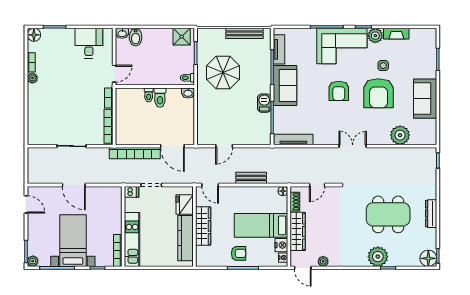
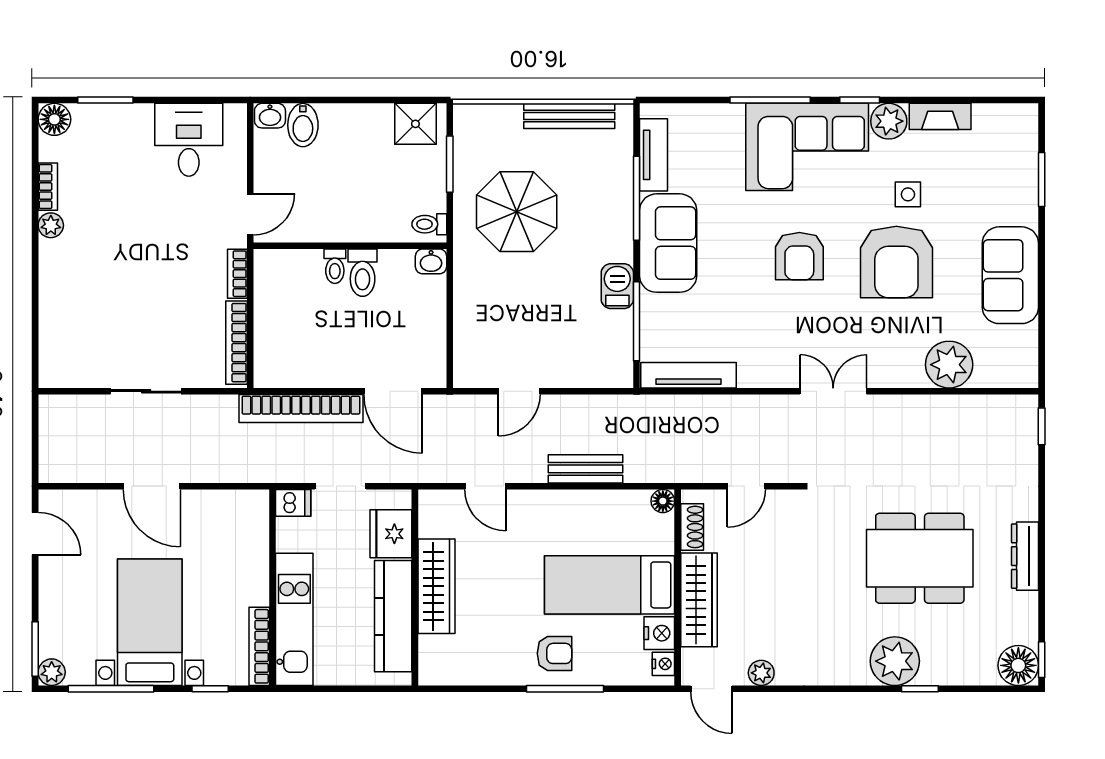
fridge: (185, 204) -> (391, 534), moved
wall: (194, 226) -> (415, 587), moved
wardrobe: (203, 226) -> (436, 586), moved
kitchen counter: (185, 238) -> (393, 616), moved

